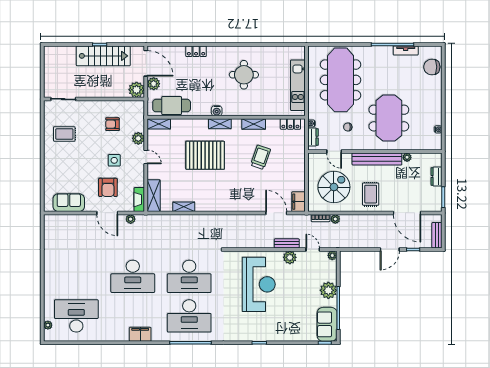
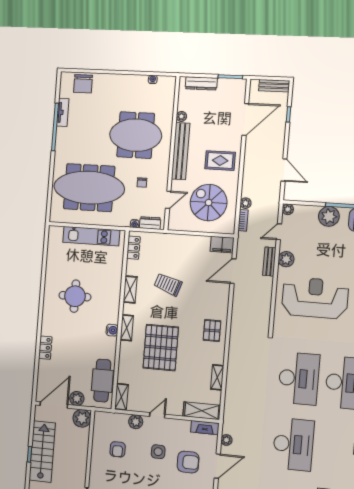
dresser: (436, 177) -> (201, 83), width x1.44
pallet: (224, 199) -> (212, 331), added
door: (390, 249) -> (284, 170), moved

